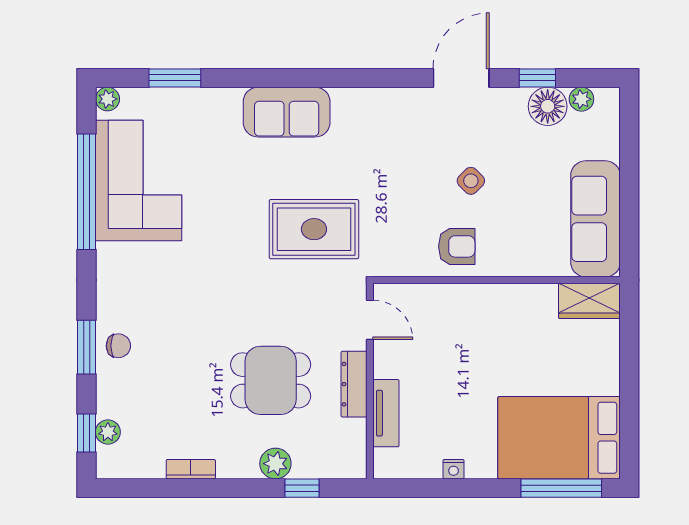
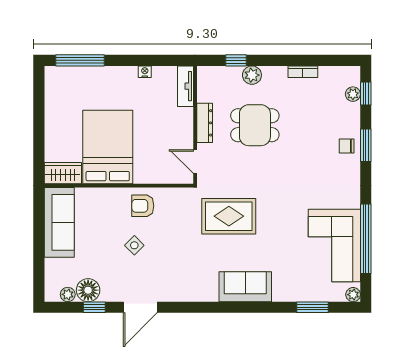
tv unit: (386, 413) -> (185, 86), moved
bed: (559, 438) -> (108, 147), moved, turned -90

